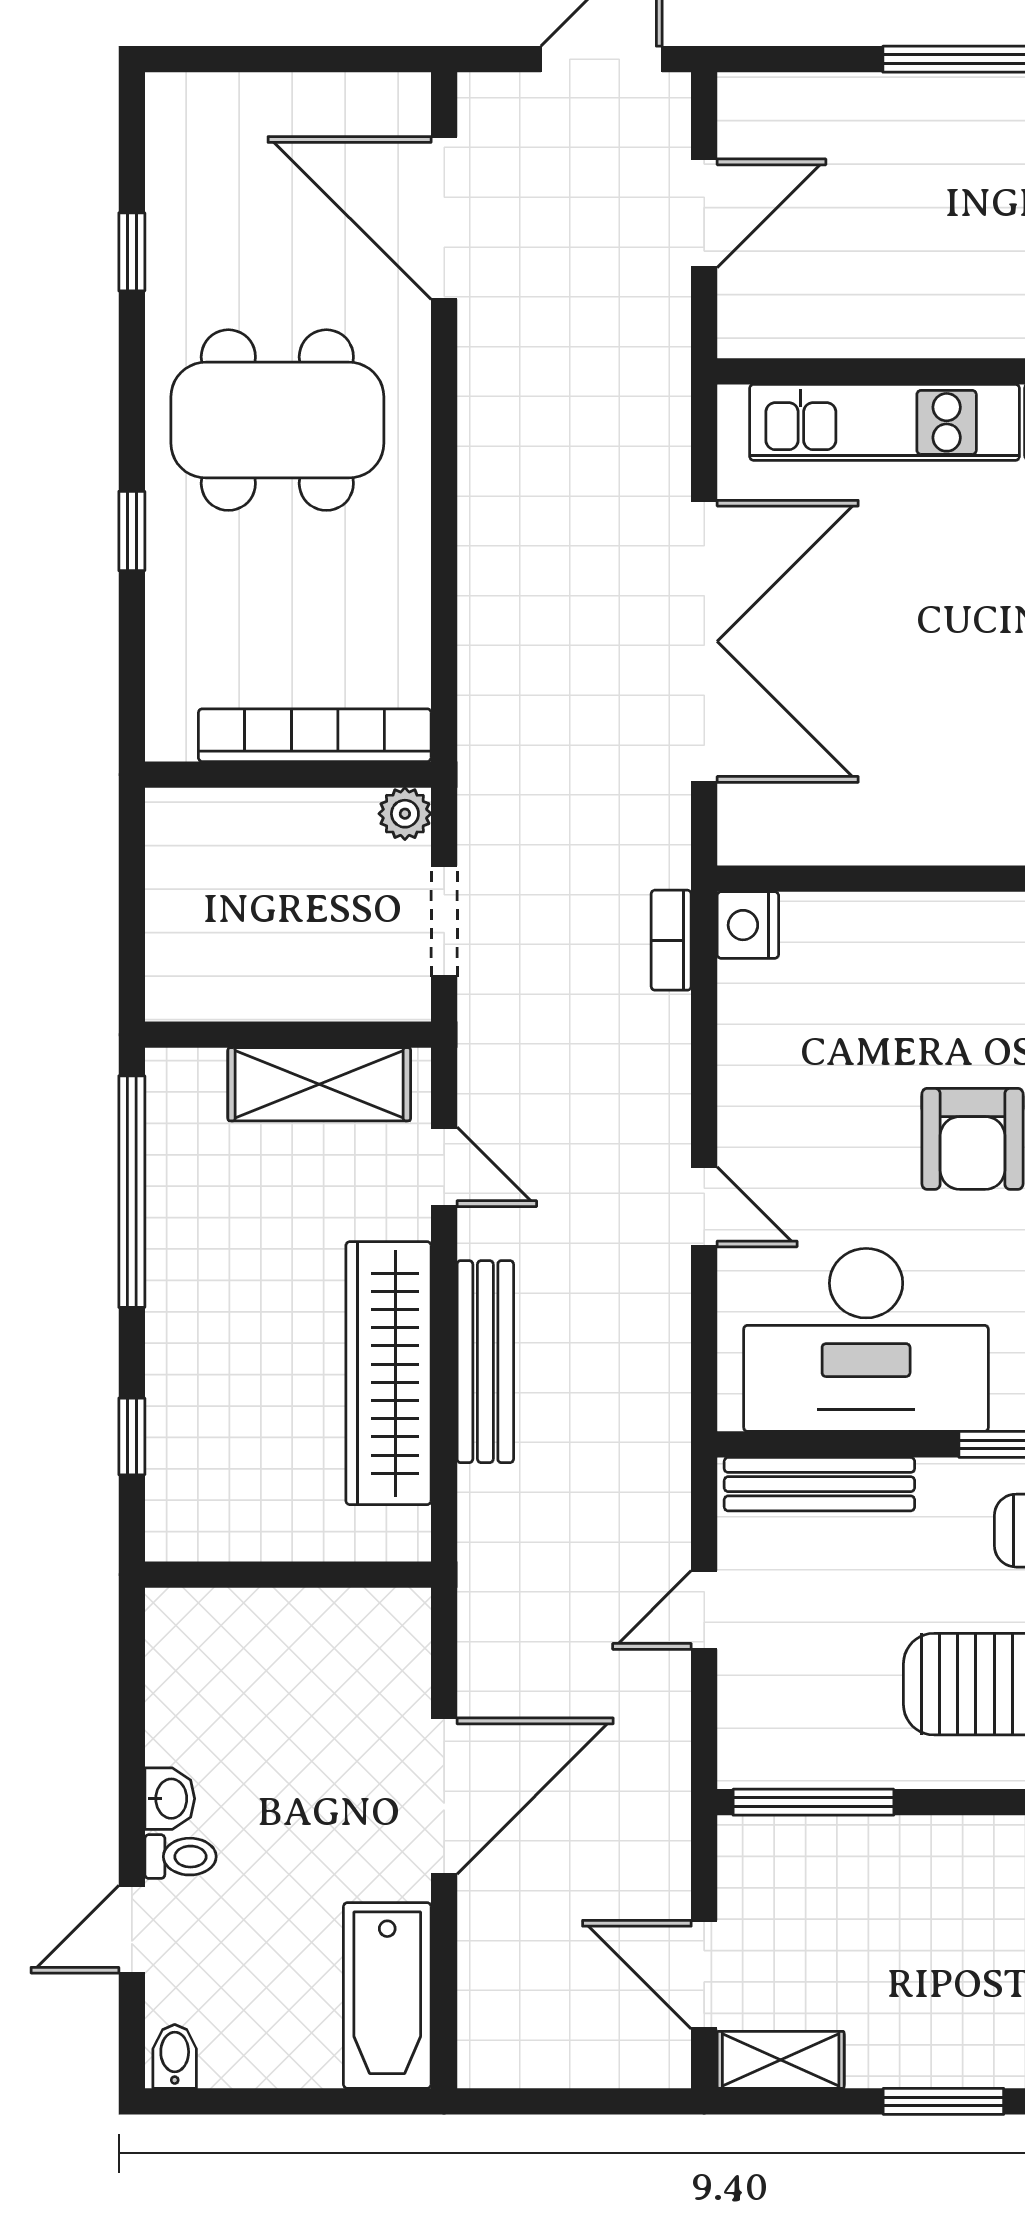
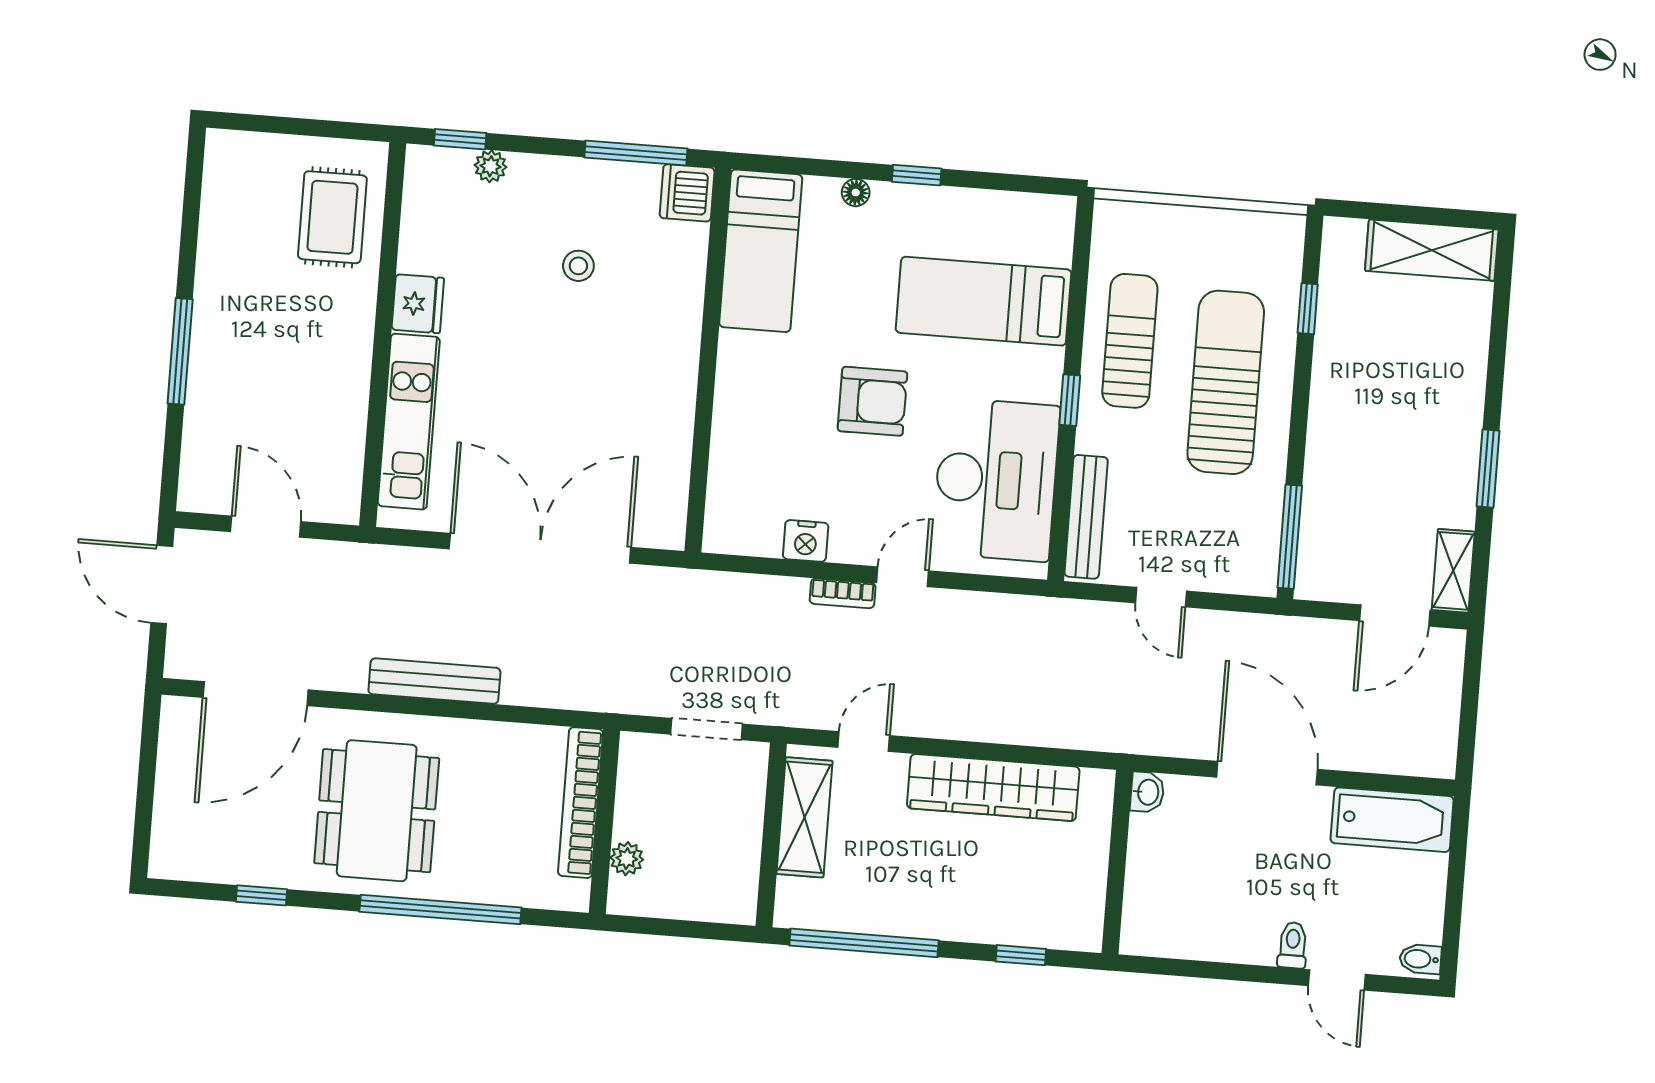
window: (132, 531) -> (440, 910), width x3.17
plant: (405, 814) -> (627, 859), moved
nightstand: (748, 925) -> (806, 541), moved
bookcase: (671, 940) -> (843, 593), moved
bench: (485, 1362) -> (434, 681), moved
washbasin: (170, 1799) -> (1147, 792), moved, turned 90

